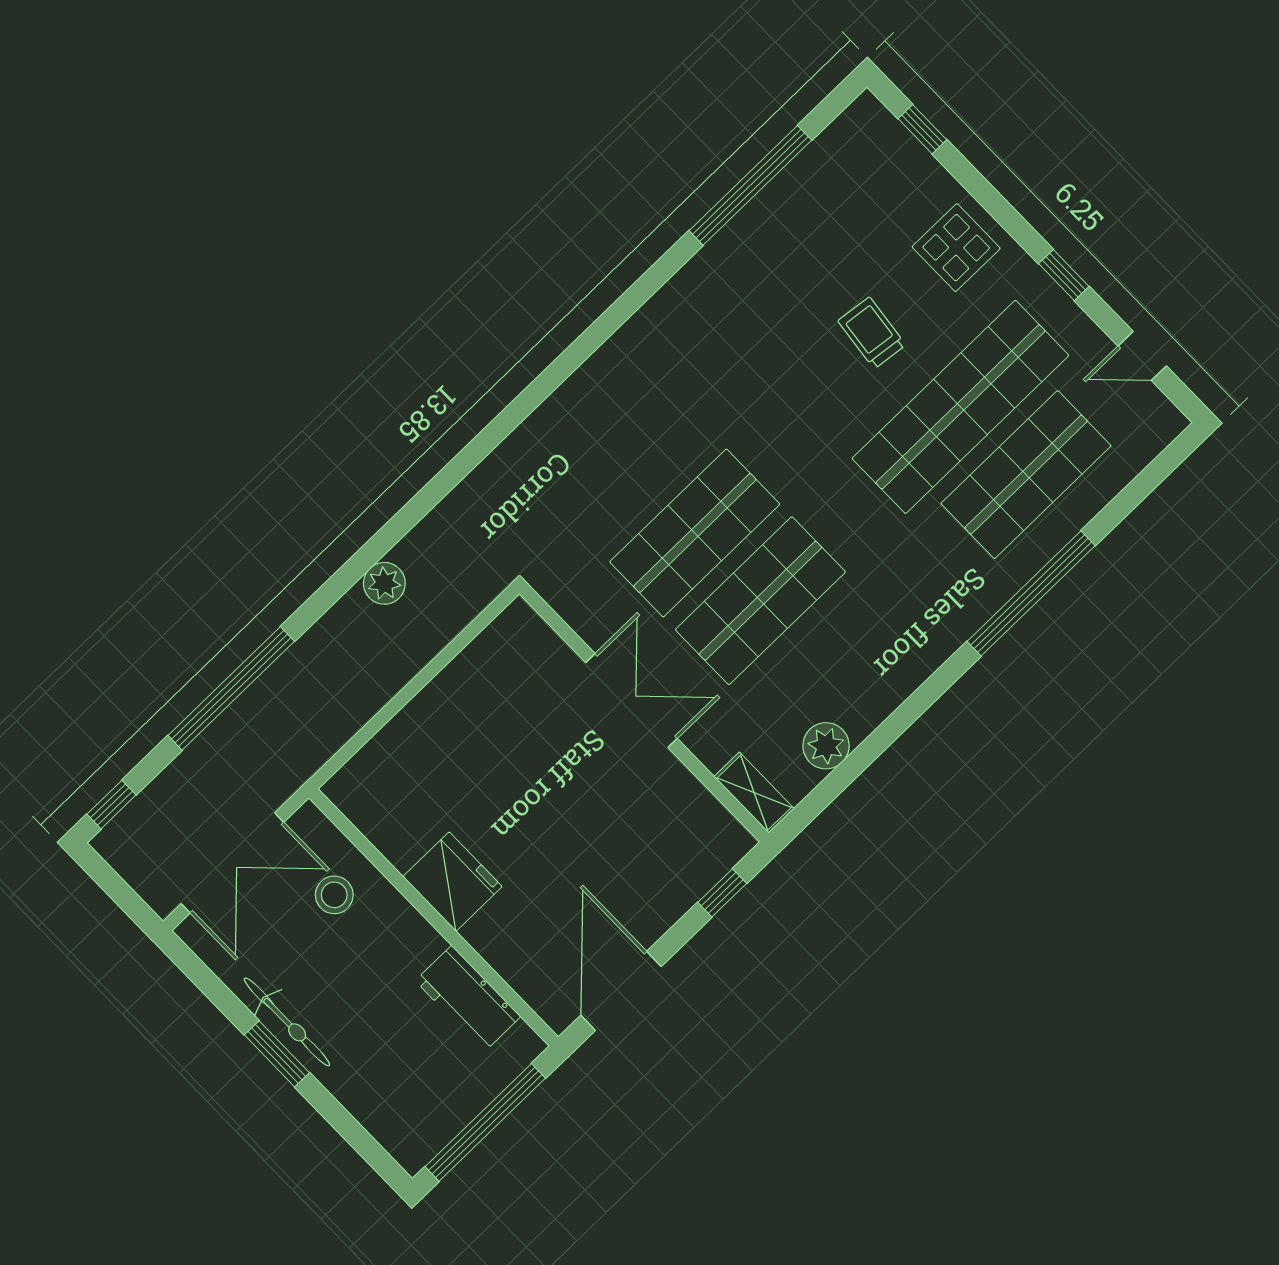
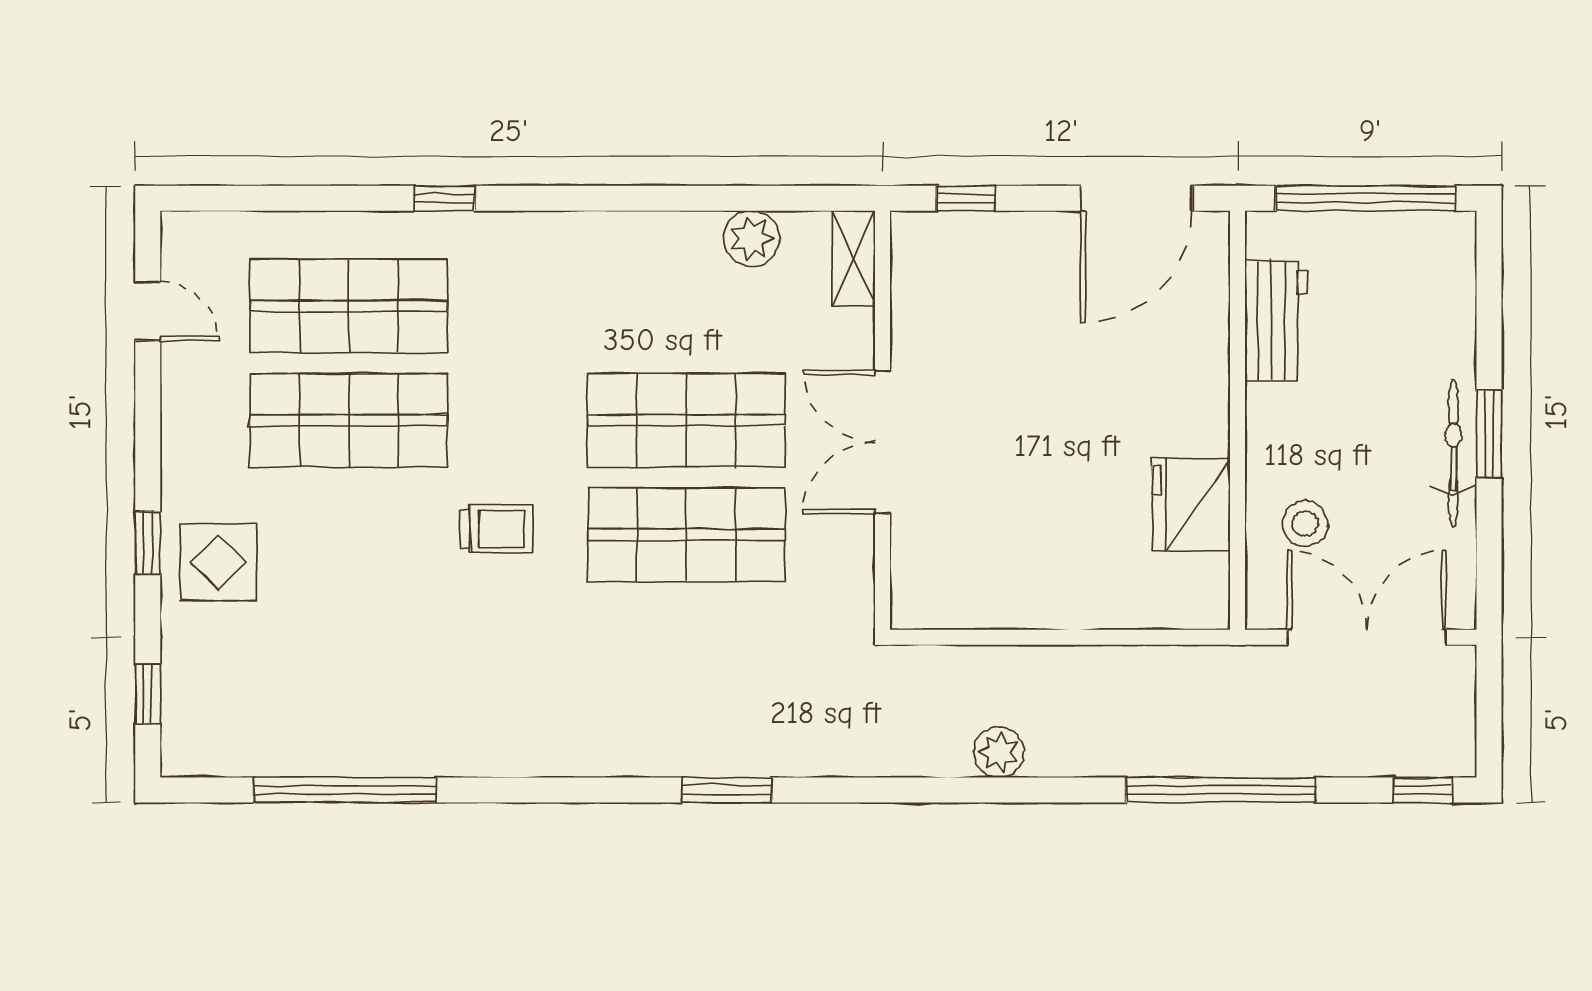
window: (1064, 275) -> (148, 543), moved
trolley: (872, 333) -> (496, 529), moved, turned -97
window: (524, 405) -> (727, 790), added
shop shelf: (960, 407) -> (349, 420), width x0.71
window: (1031, 593) -> (445, 198), width x0.32
fridge: (453, 882) -> (1191, 504), moved

